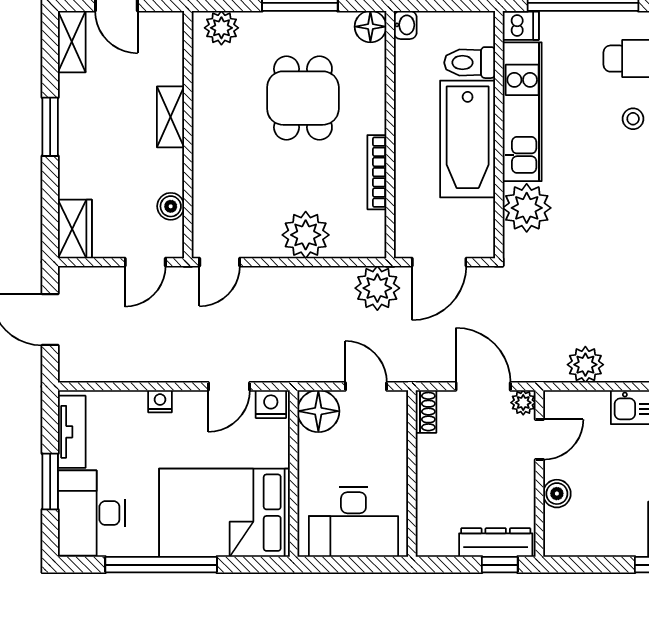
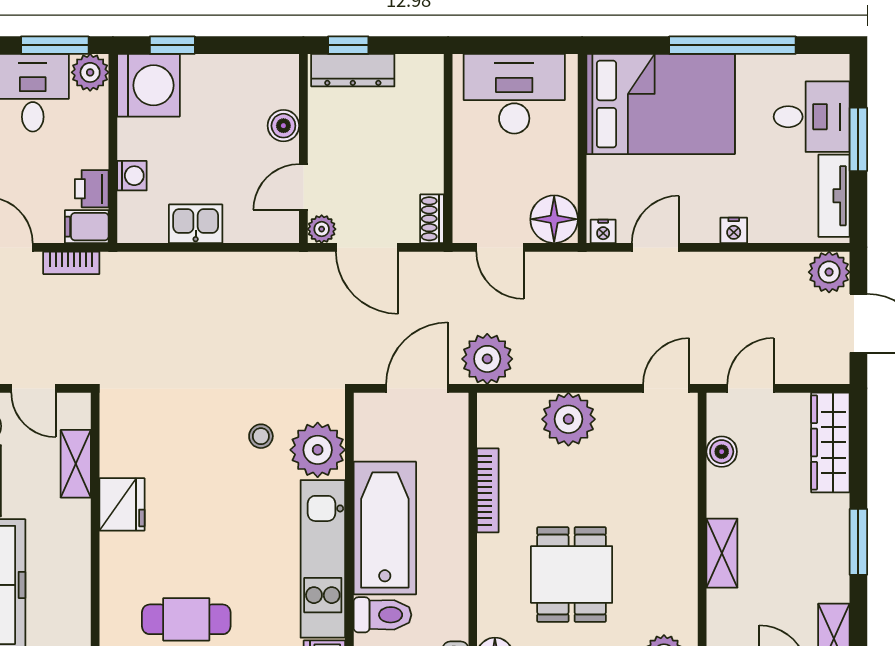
stool: (633, 119) -> (261, 436), moved
wardrobe: (75, 229) -> (830, 442), width x1.50
plant: (585, 365) -> (829, 272), moved
nightstand: (271, 404) -> (603, 231), width x0.72, depth x0.74
desk: (91, 513) -> (812, 117), width x0.73

